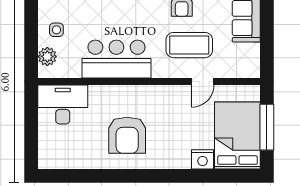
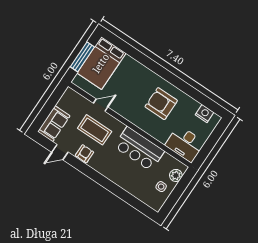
armchair: (127, 135) -> (161, 104), turned -90
nightstand: (203, 159) -> (204, 114), moved

